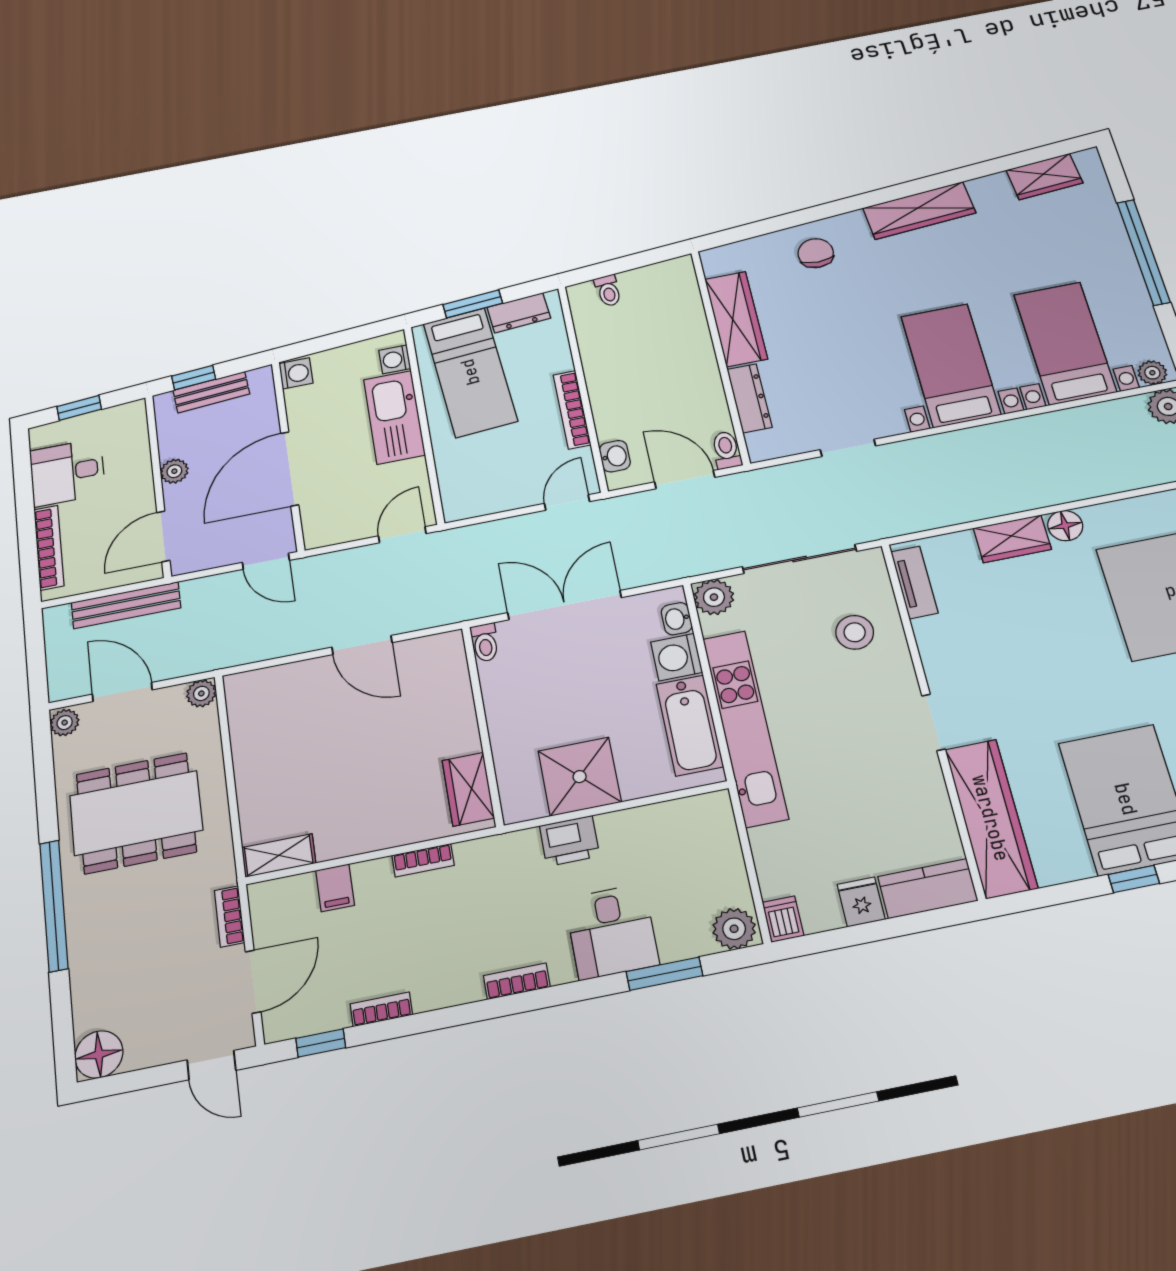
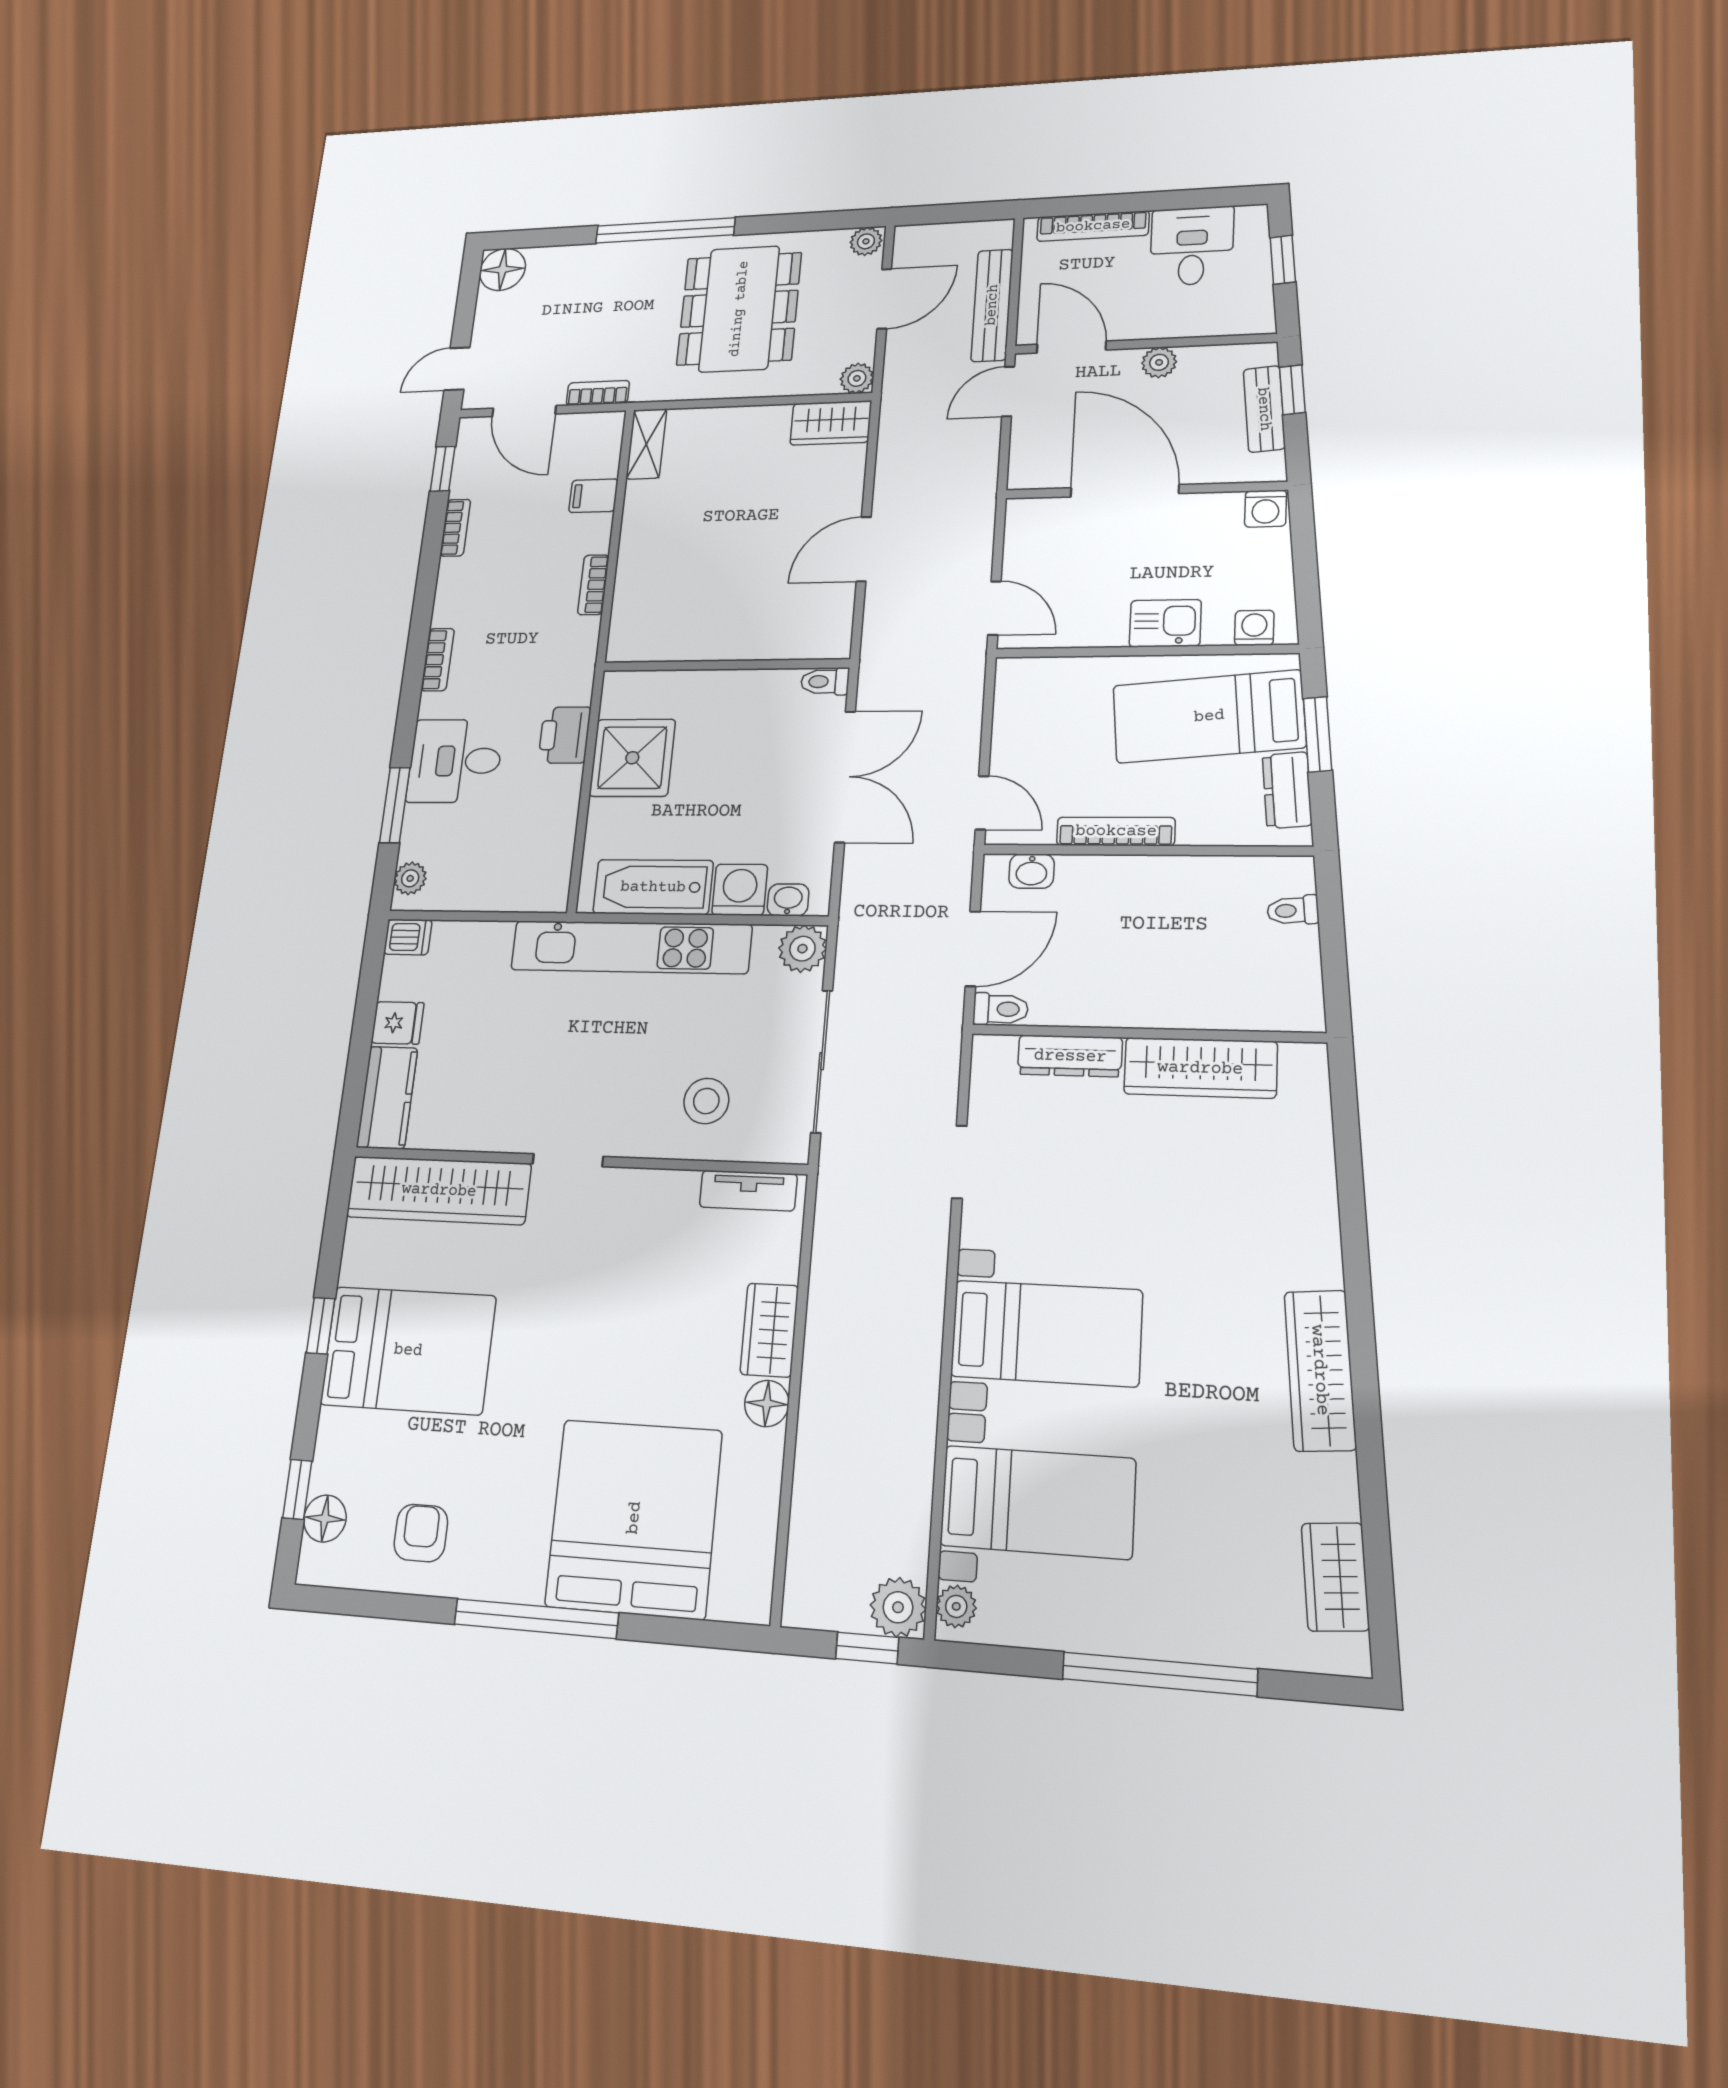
chair: (816, 253) -> (1282, 1203), removed
kitchen sink: (394, 417) -> (1165, 623), width x0.53, depth x0.81
door: (266, 561) -> (1008, 392), moved
wardrobe: (468, 789) -> (831, 423), moved, turned 180
plant: (734, 929) -> (410, 878), width x0.73, depth x0.73

